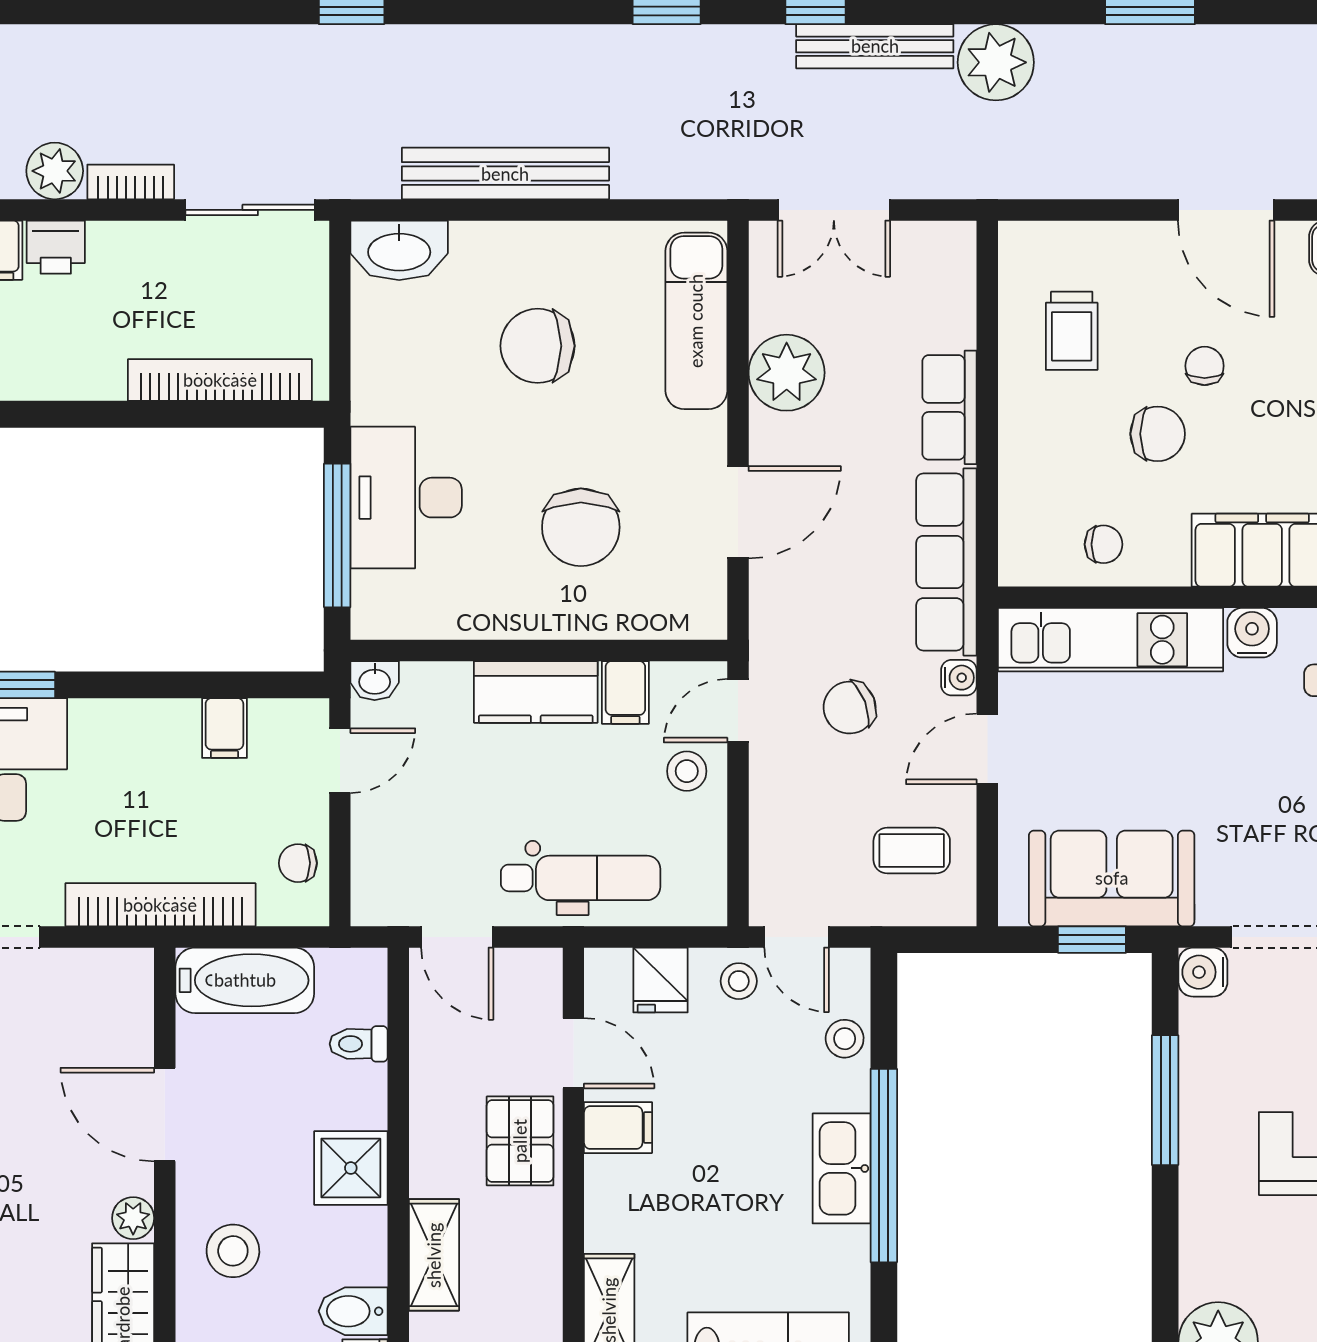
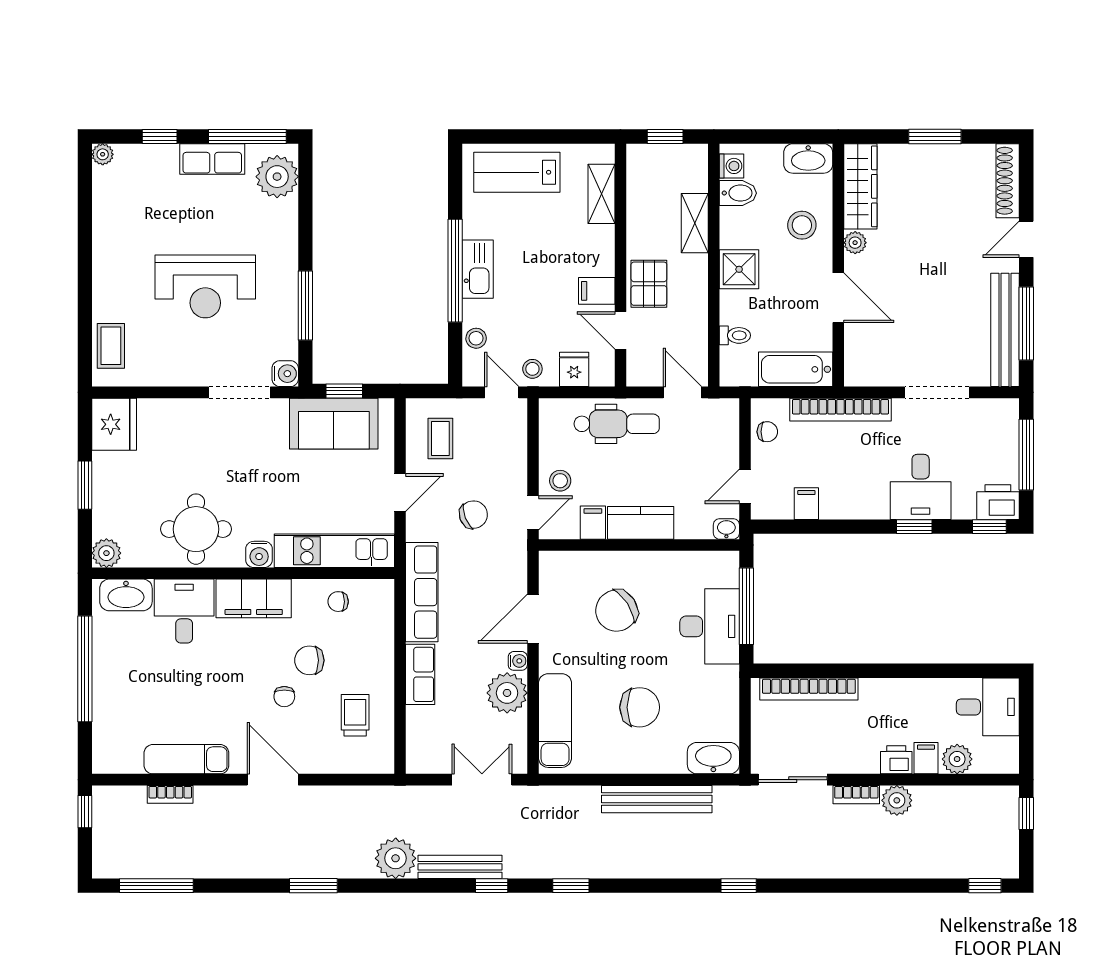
chair: (581, 527) -> (617, 611), turned -123
water cooler: (959, 678) -> (518, 661), moved, turned 180
coffee table: (912, 851) -> (440, 438), turned 90
dental chair: (581, 878) -> (617, 424), turned 180

